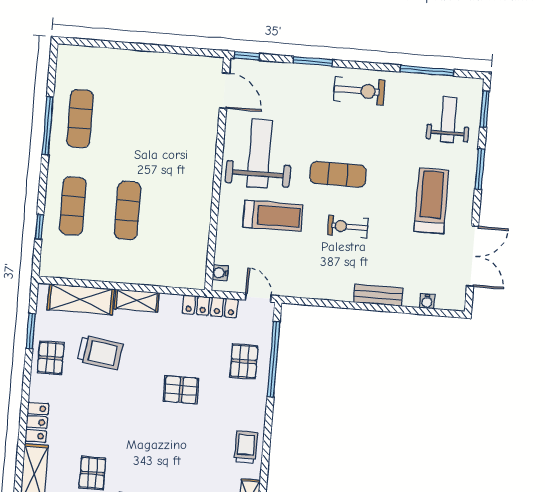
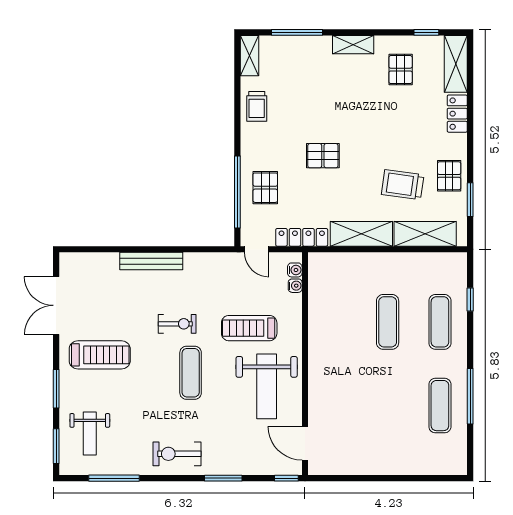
exercise mat: (338, 174) -> (191, 373), turned 90
treadmill: (431, 201) -> (100, 355), turned -90
bench: (378, 295) -> (151, 261), width x1.36
shelving: (137, 301) -> (361, 234), width x1.50, depth x1.33
water cooler: (427, 301) -> (295, 286), moved, turned 90

